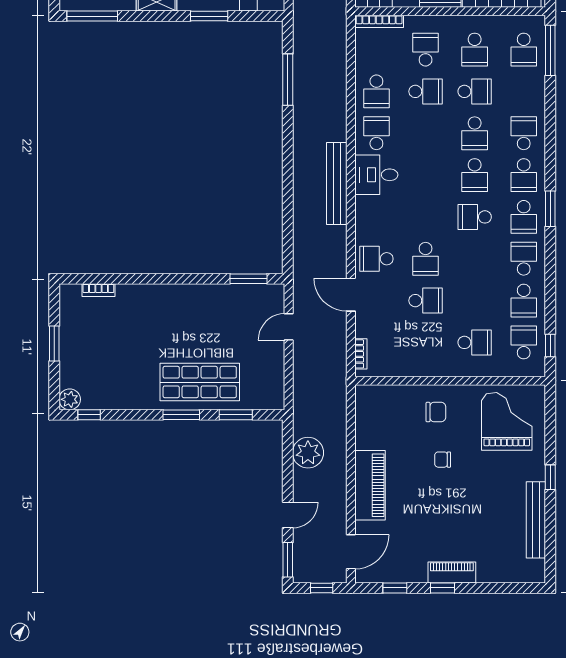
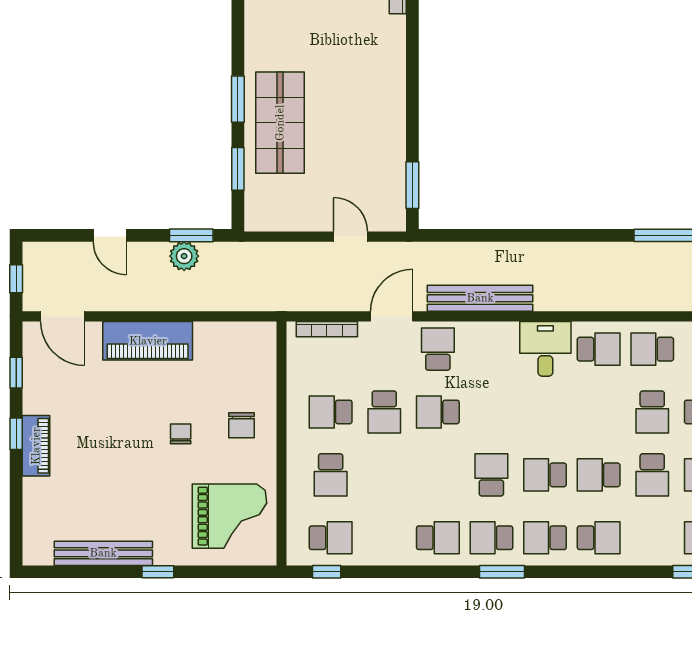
bench: (337, 184) -> (480, 298), moved
school desk: (524, 301) -> (331, 412), moved
bookcase: (361, 354) -> (327, 329), width x1.56
plant: (308, 453) -> (184, 256), width x0.73, depth x0.73
window: (288, 560) -> (191, 235), moved

